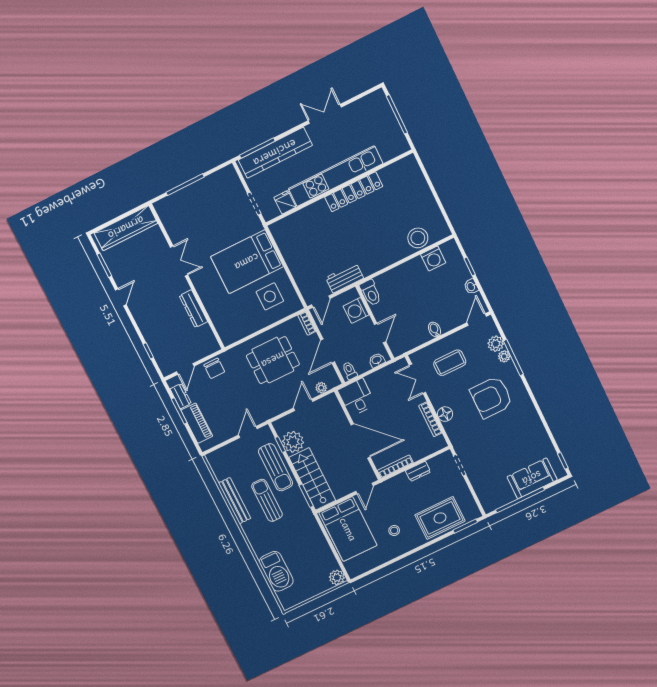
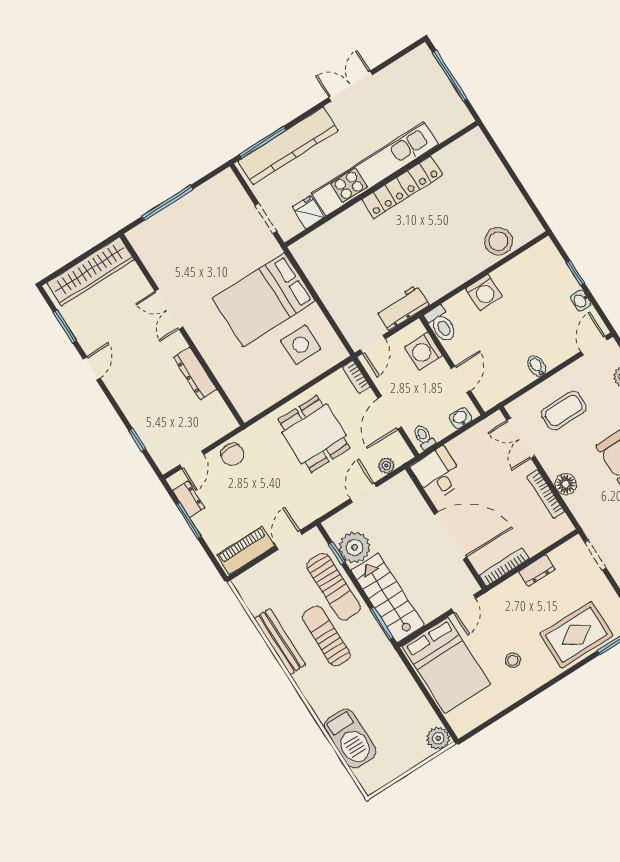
washing machine: (433, 258) -> (484, 292), moved
double door: (179, 261) -> (169, 309), swing flipped
dining table: (273, 360) -> (314, 434), turned 90
piano: (197, 423) -> (246, 550), moved, turned -90

